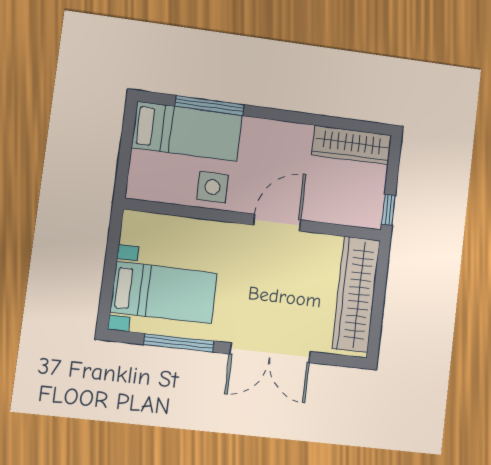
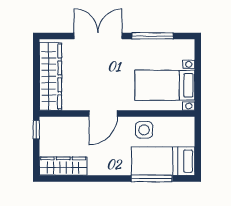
bed with nightstands: (164, 293) -> (165, 85), moved

